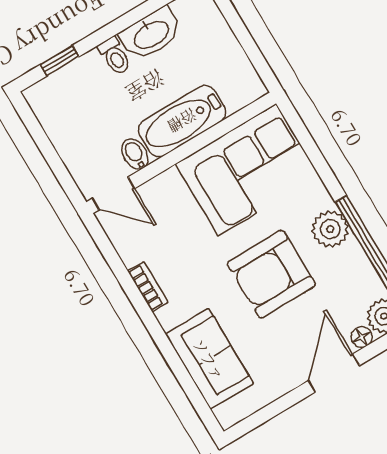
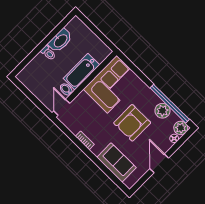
window: (60, 61) -> (27, 60), removed
door: (113, 193) -> (62, 107), swing flipped
plant: (330, 229) -> (163, 111), moved
door: (334, 373) -> (159, 163), moved

